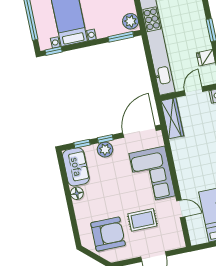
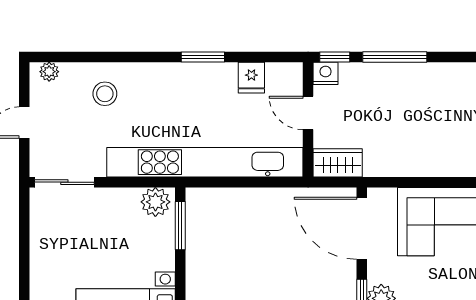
wardrobe: (172, 118) -> (338, 163), width x0.67

